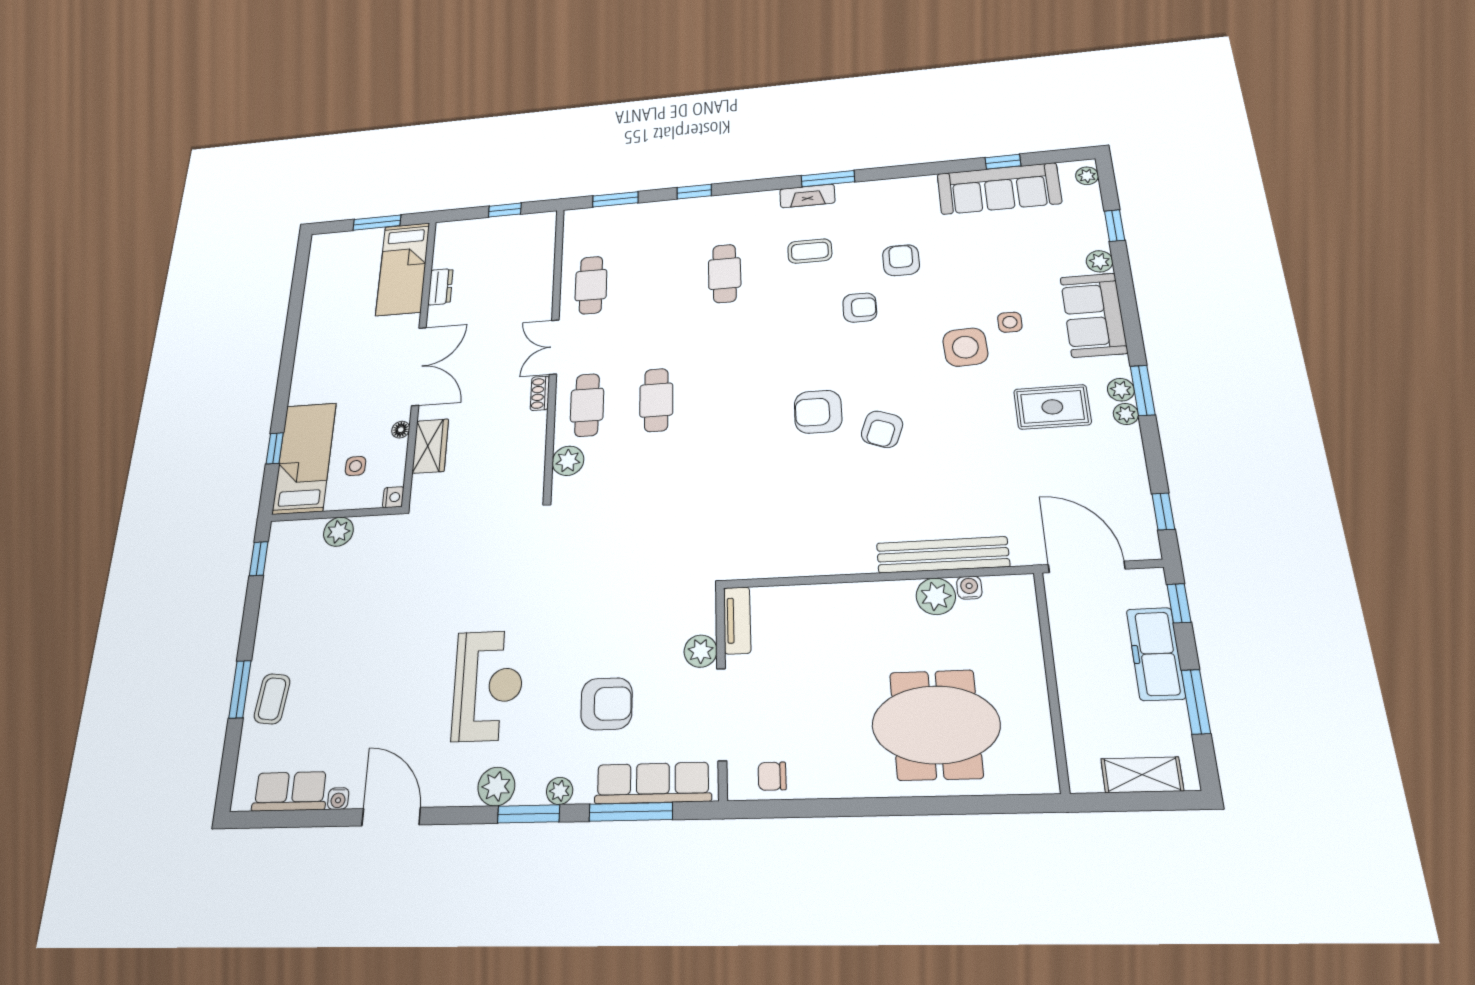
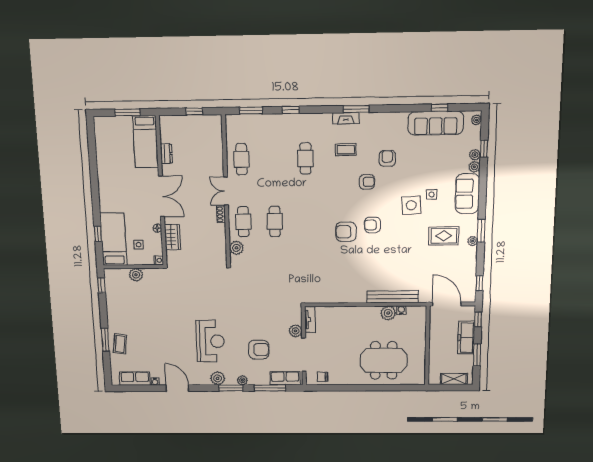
plant: (1121, 390) -> (475, 155), moved
armchair: (882, 429) -> (372, 225), moved, turned 70
row of seats: (653, 783) -> (285, 378), width x0.68

